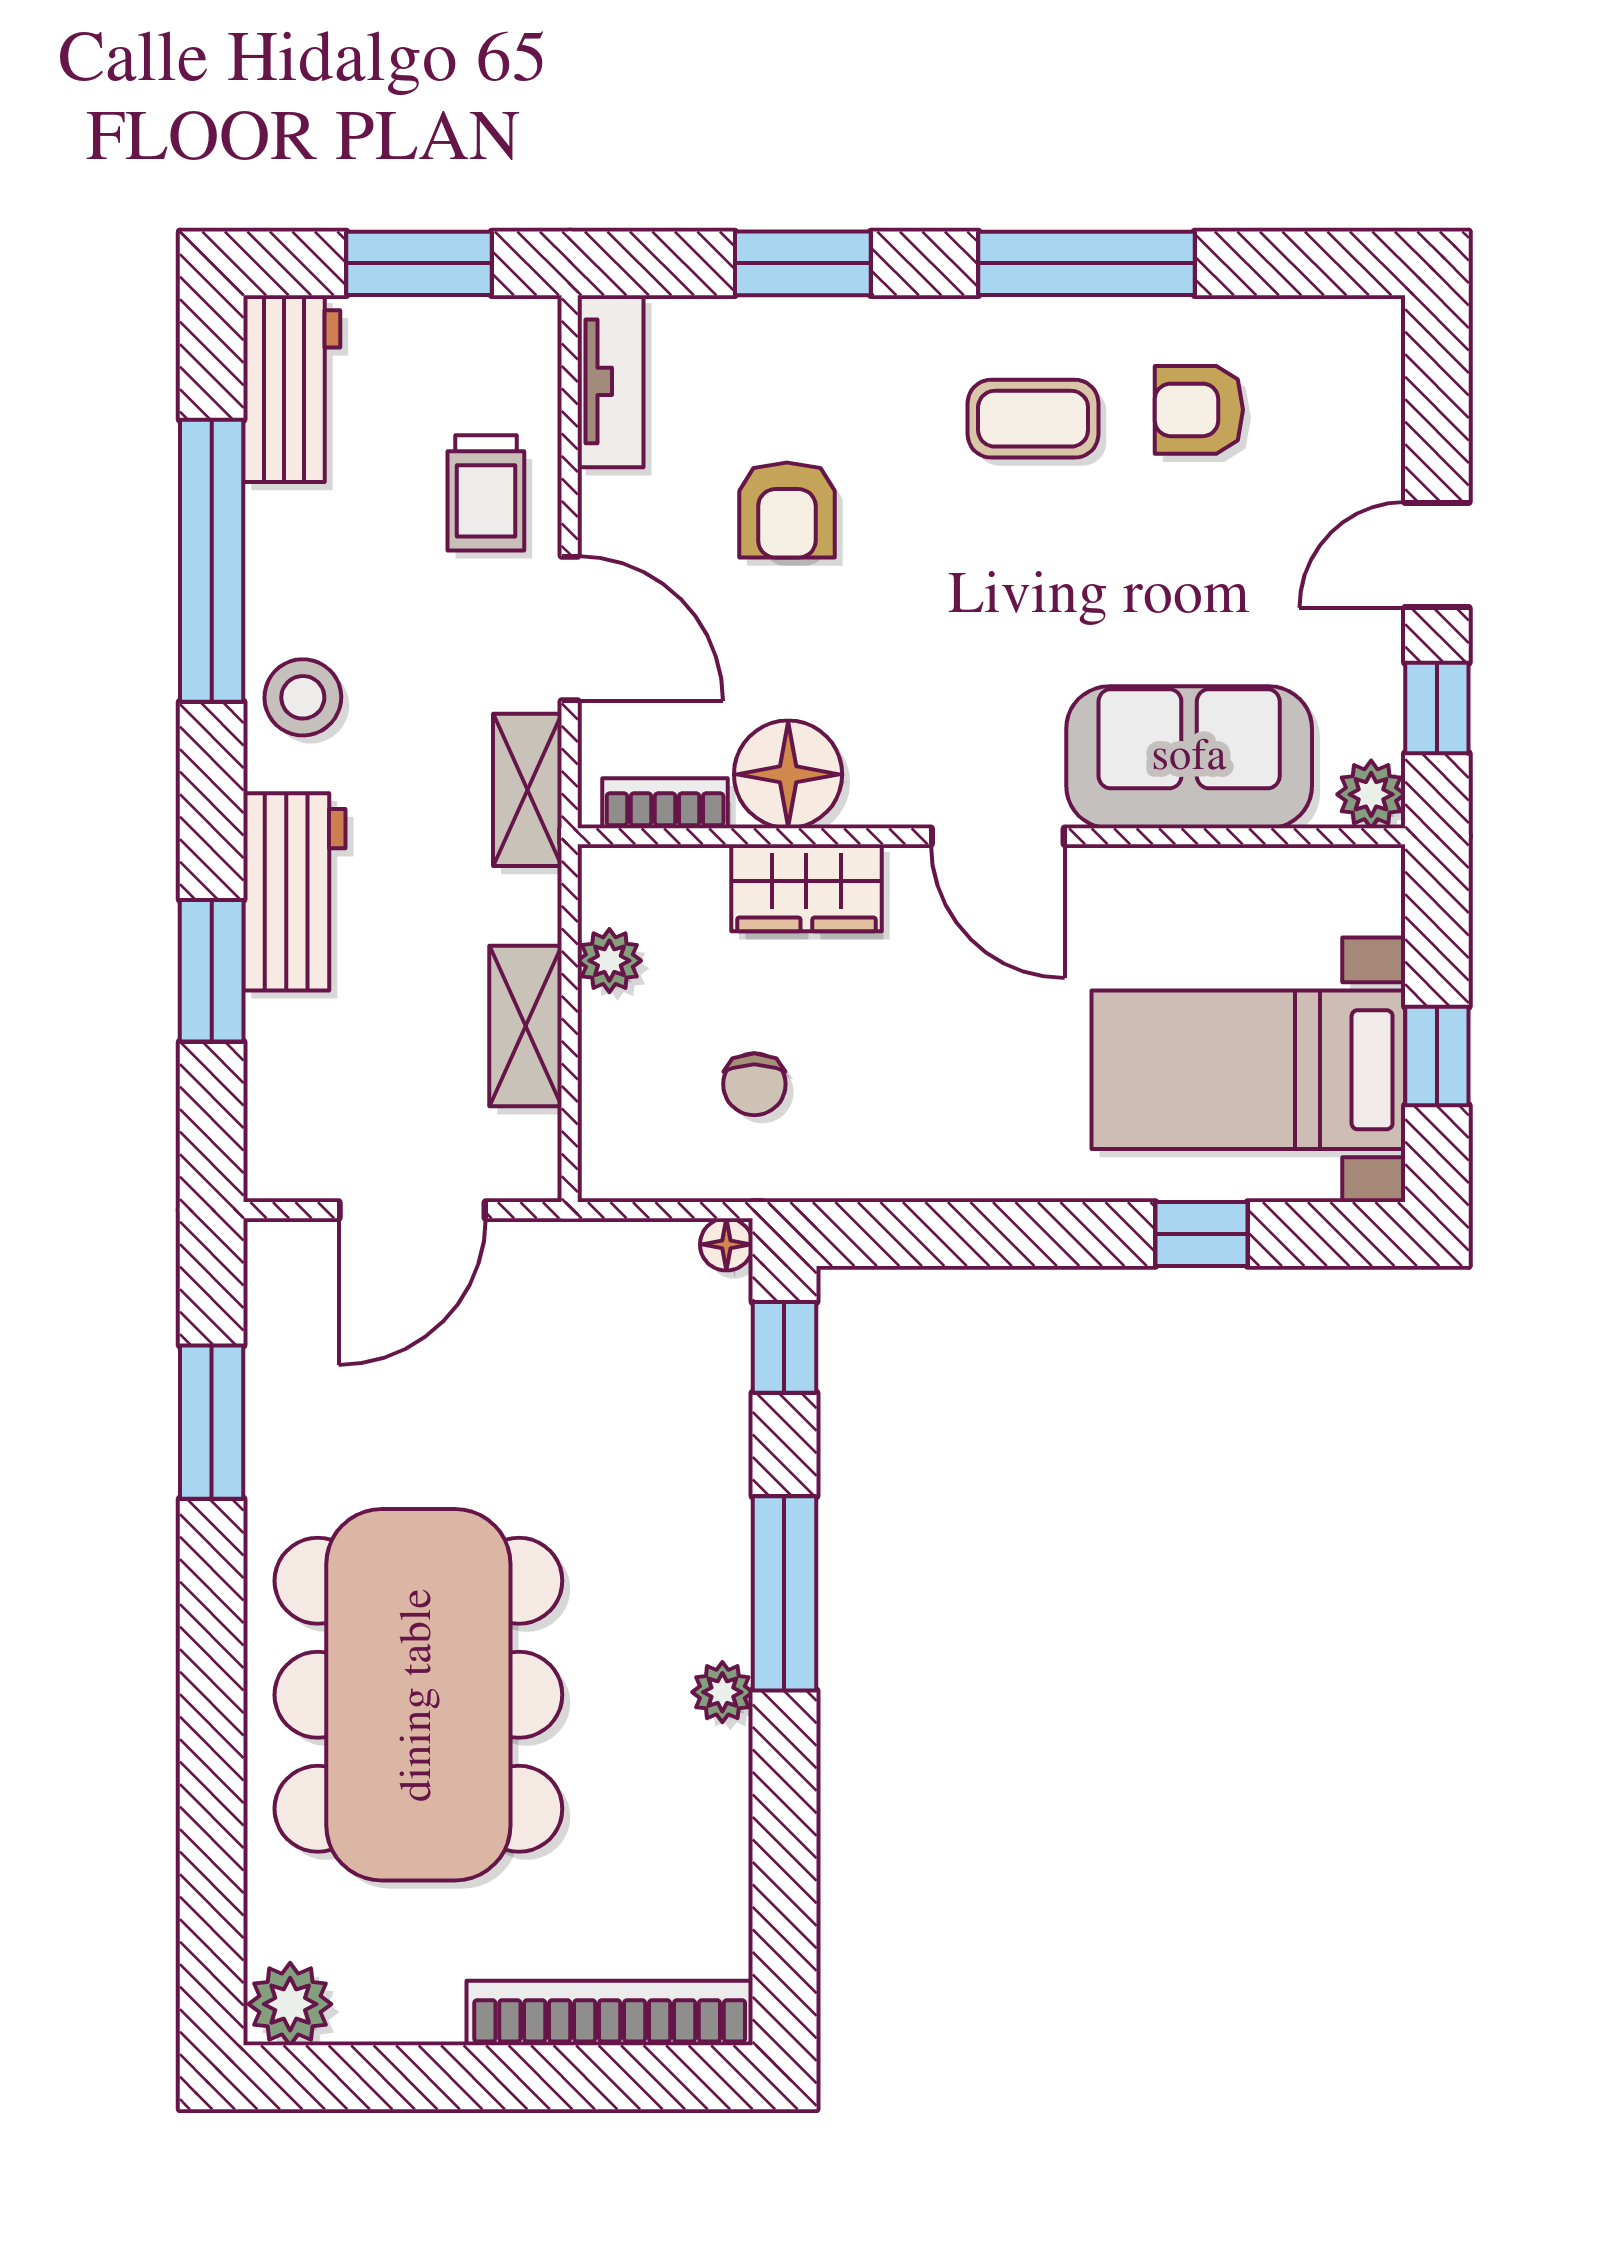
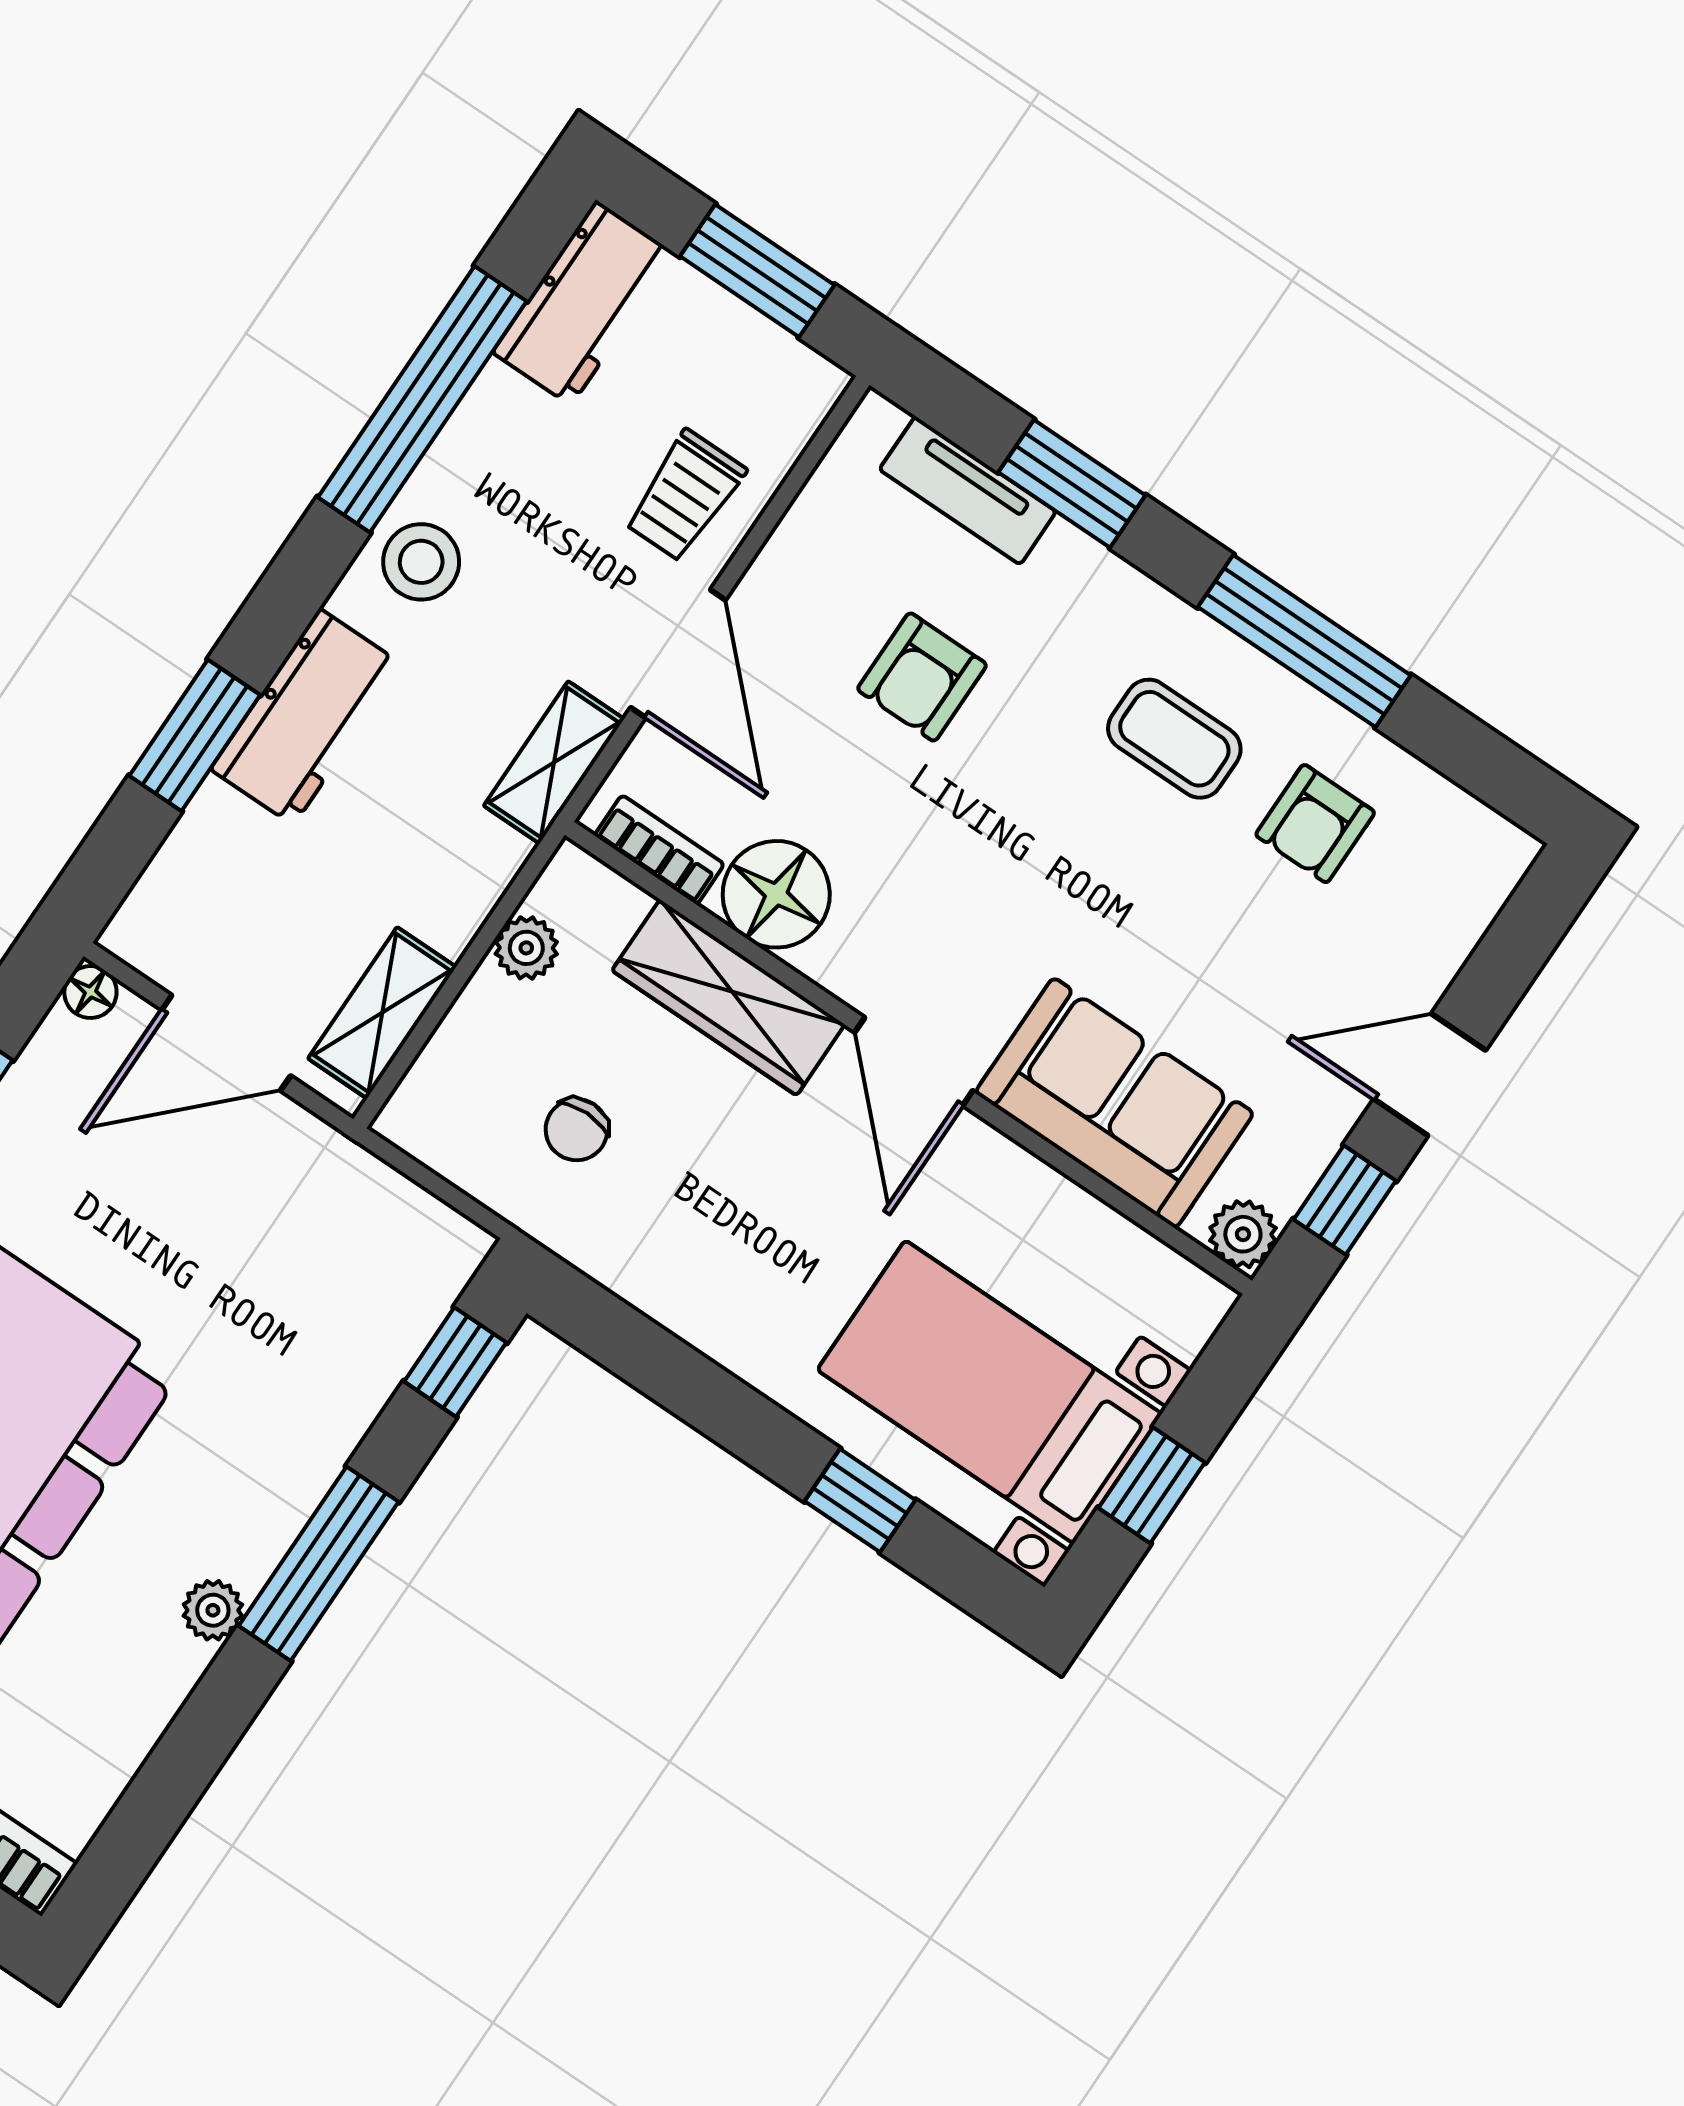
tv unit: (610, 381) -> (968, 491), moved, turned 90
armchair: (1199, 410) -> (1315, 824), turned -90
wardrobe: (806, 888) -> (728, 998), width x1.50
shelving: (526, 1026) -> (382, 1013), moved
floor lamp: (726, 1244) -> (90, 992), moved

